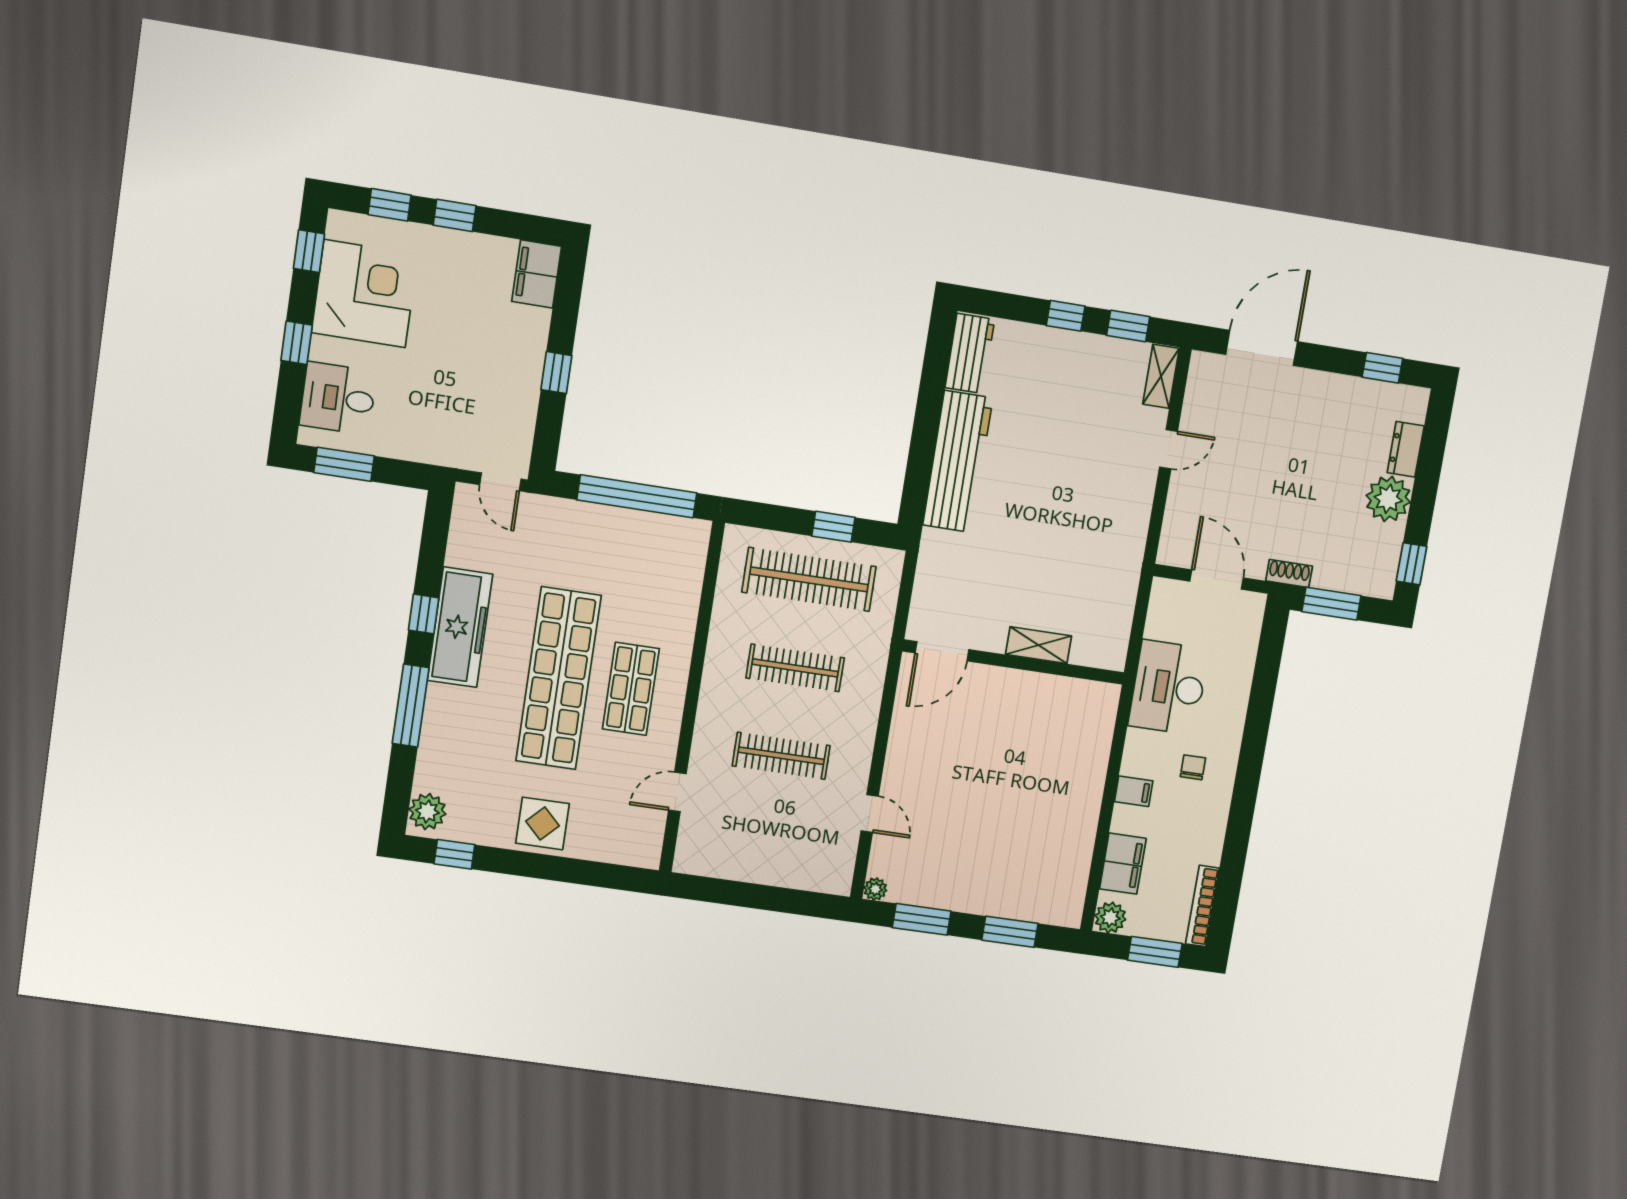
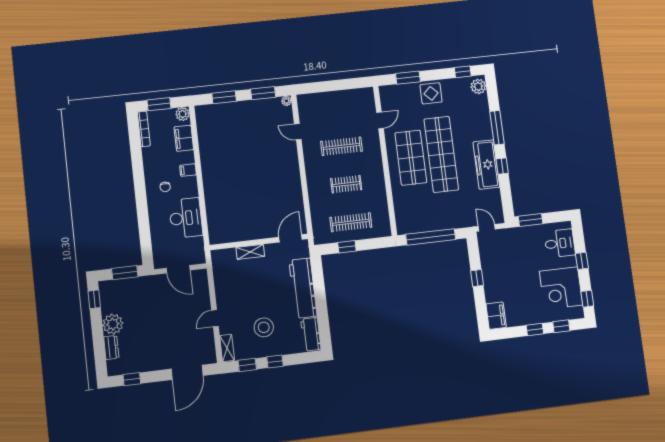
stool: (1069, 399) -> (264, 327), added
window: (344, 464) -> (530, 220), moved
shoe rack: (1289, 573) -> (147, 280), removed
clothes rail: (809, 579) -> (351, 222), width x0.73, depth x0.76
shelving: (1039, 645) -> (250, 252), moved
door: (942, 651) -> (290, 238), moved
wall: (1014, 662) -> (259, 242), moved
clothes rail: (795, 668) -> (346, 184), width x0.73
shop shelf: (631, 689) -> (411, 158), width x1.43, depth x1.36
window: (586, 873) -> (408, 78), added

